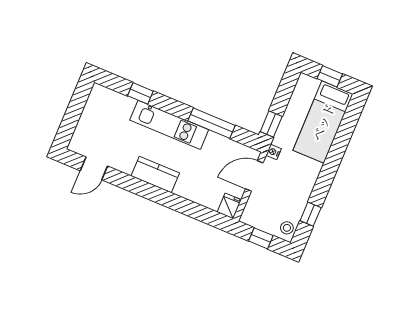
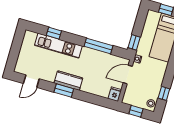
kitchen unit: (169, 125) -> (58, 46), moved
window: (146, 190) -> (64, 90), added

